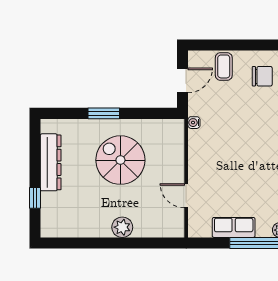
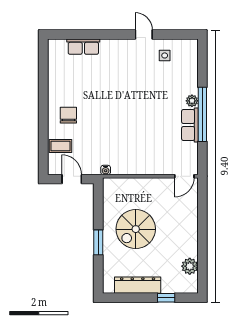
door: (186, 196) -> (184, 176), moved
plant: (122, 227) -> (190, 266), moved
row of seats: (234, 227) -> (190, 125), moved

